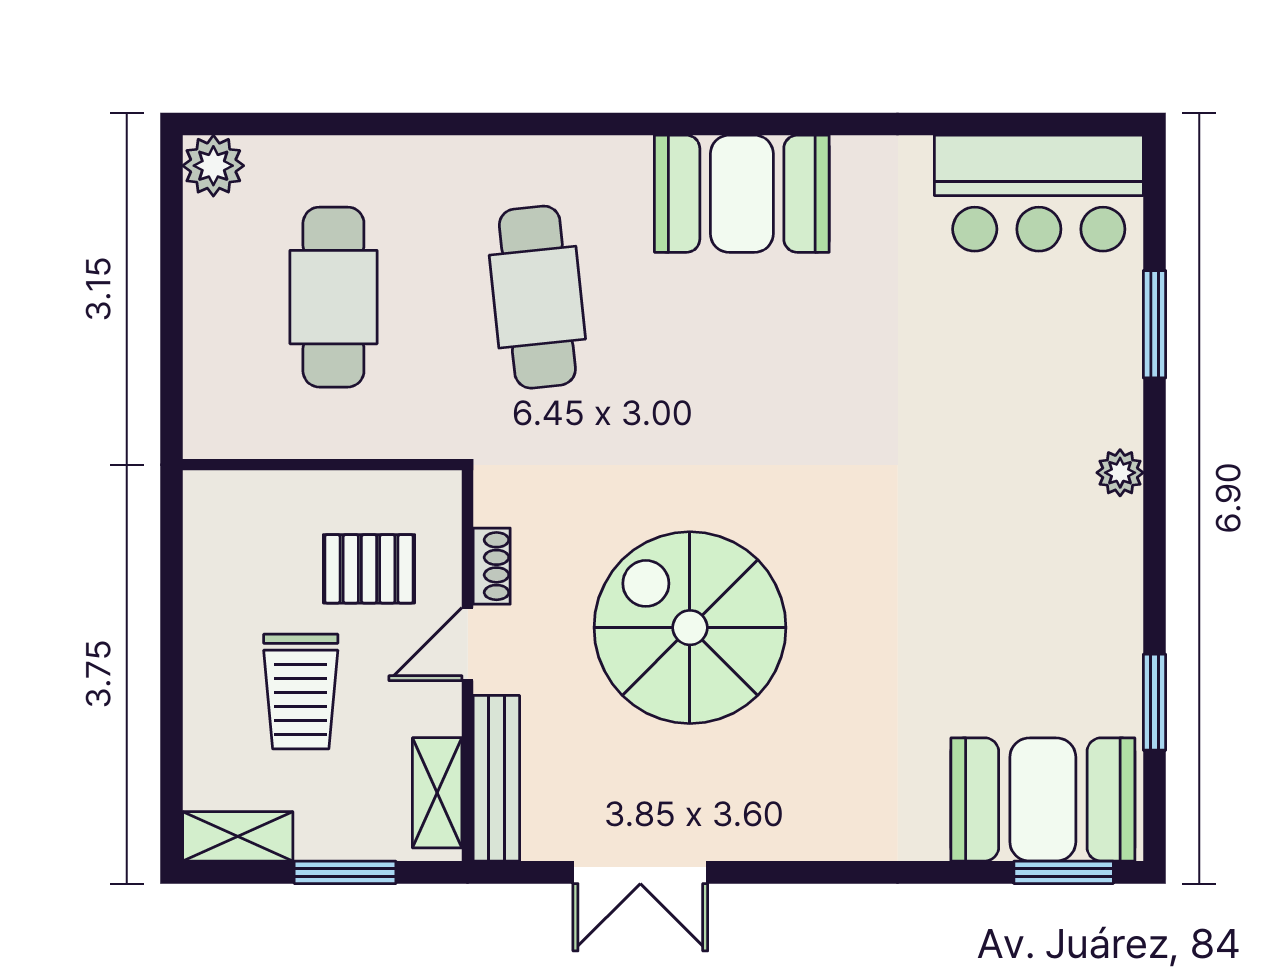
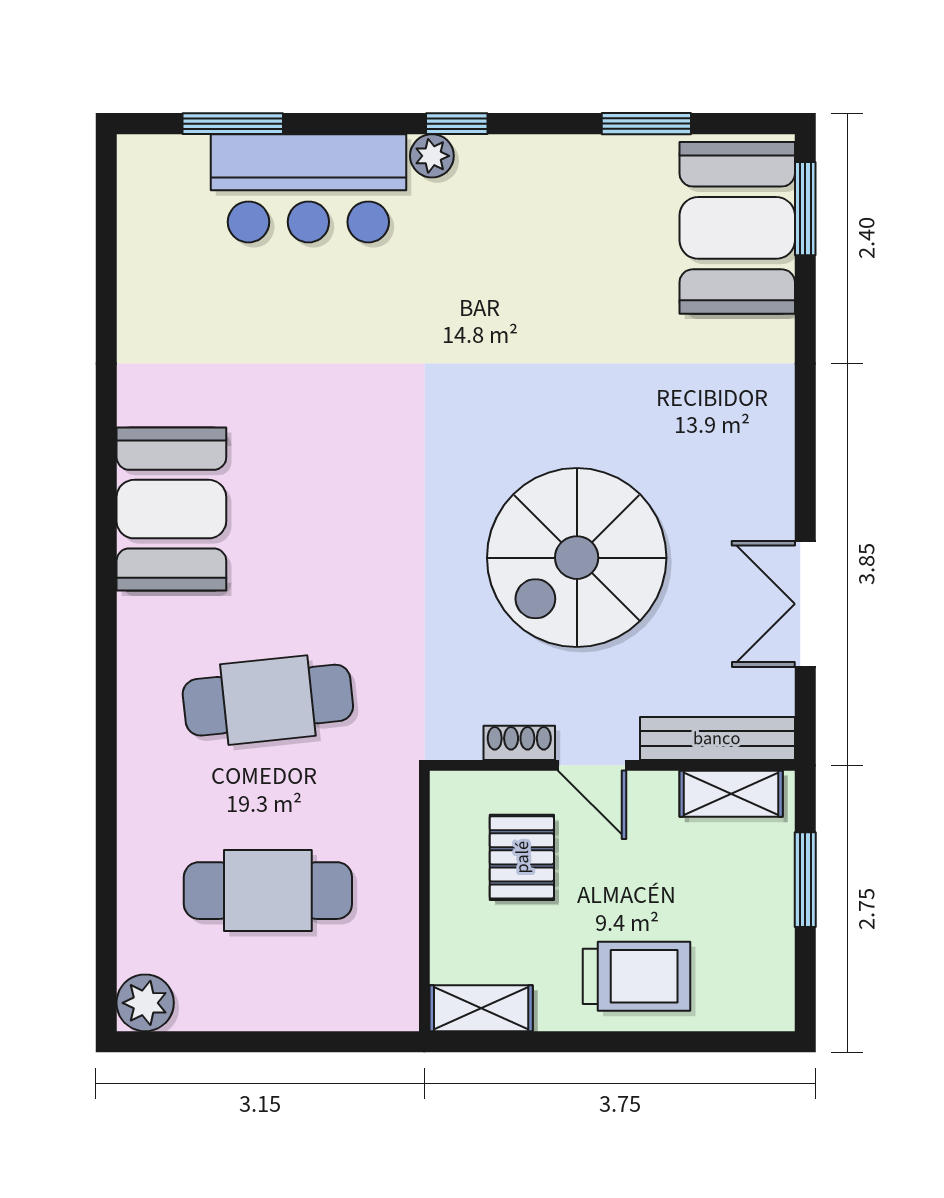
bar counter: (1039, 193) -> (308, 188), moved, turned 90
window: (1155, 324) -> (233, 124), moved
window: (1155, 499) -> (457, 124), added
trolley: (301, 692) -> (637, 976), moved
shelving: (238, 836) -> (481, 1008), moved, turned 90
double door: (640, 872) -> (805, 604), swing flipped

